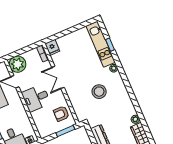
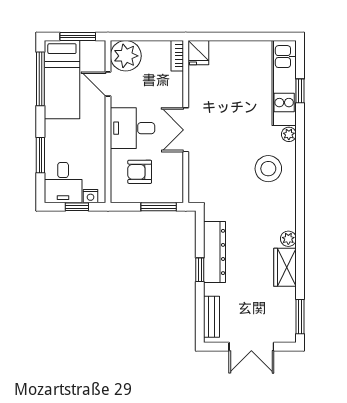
double door: (58, 77) -> (186, 130), moved
stool: (99, 92) -> (268, 169), moved
armchair: (61, 114) -> (140, 172), moved

